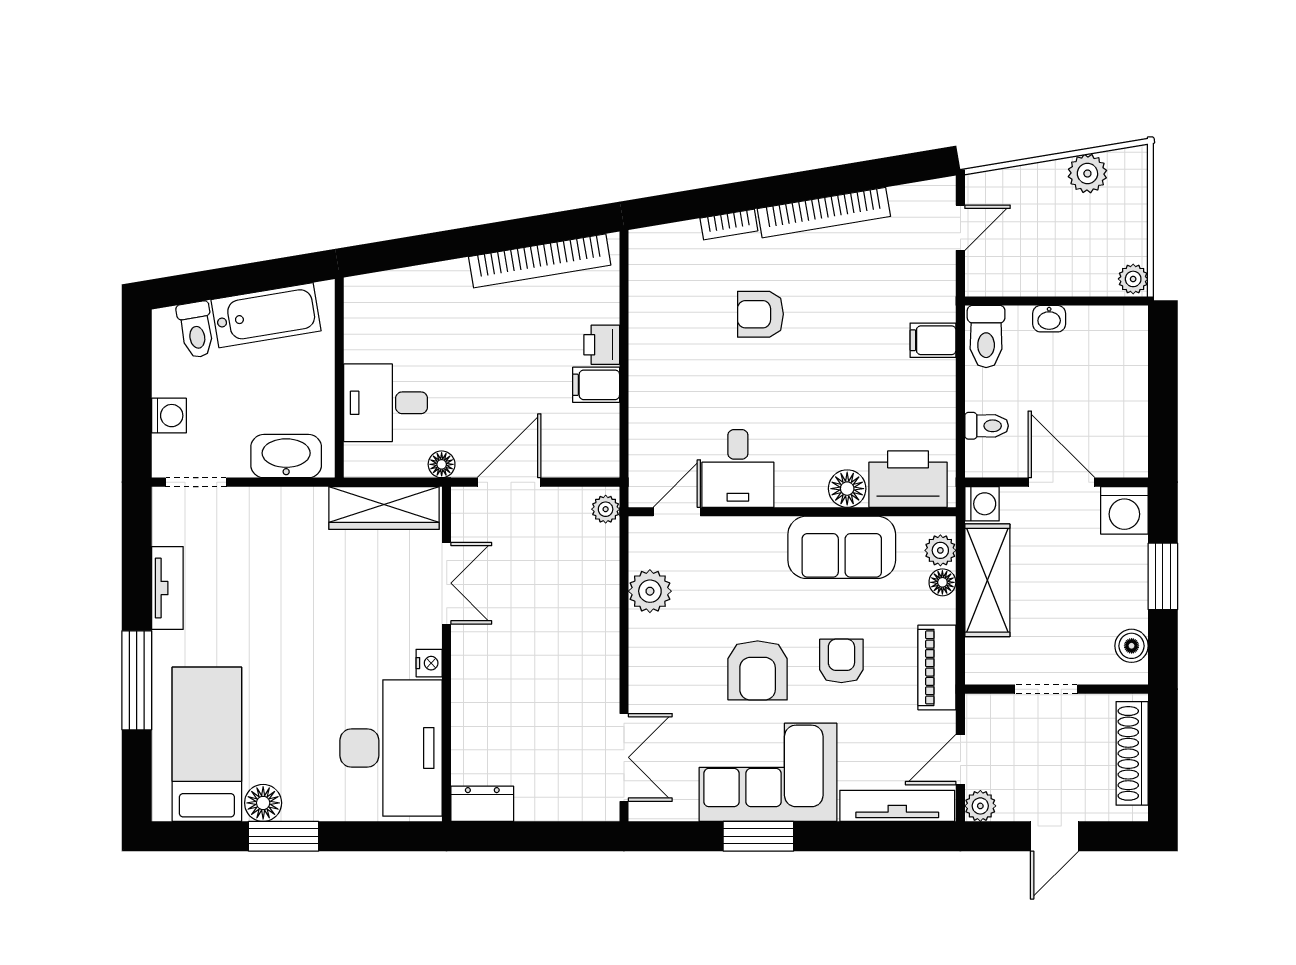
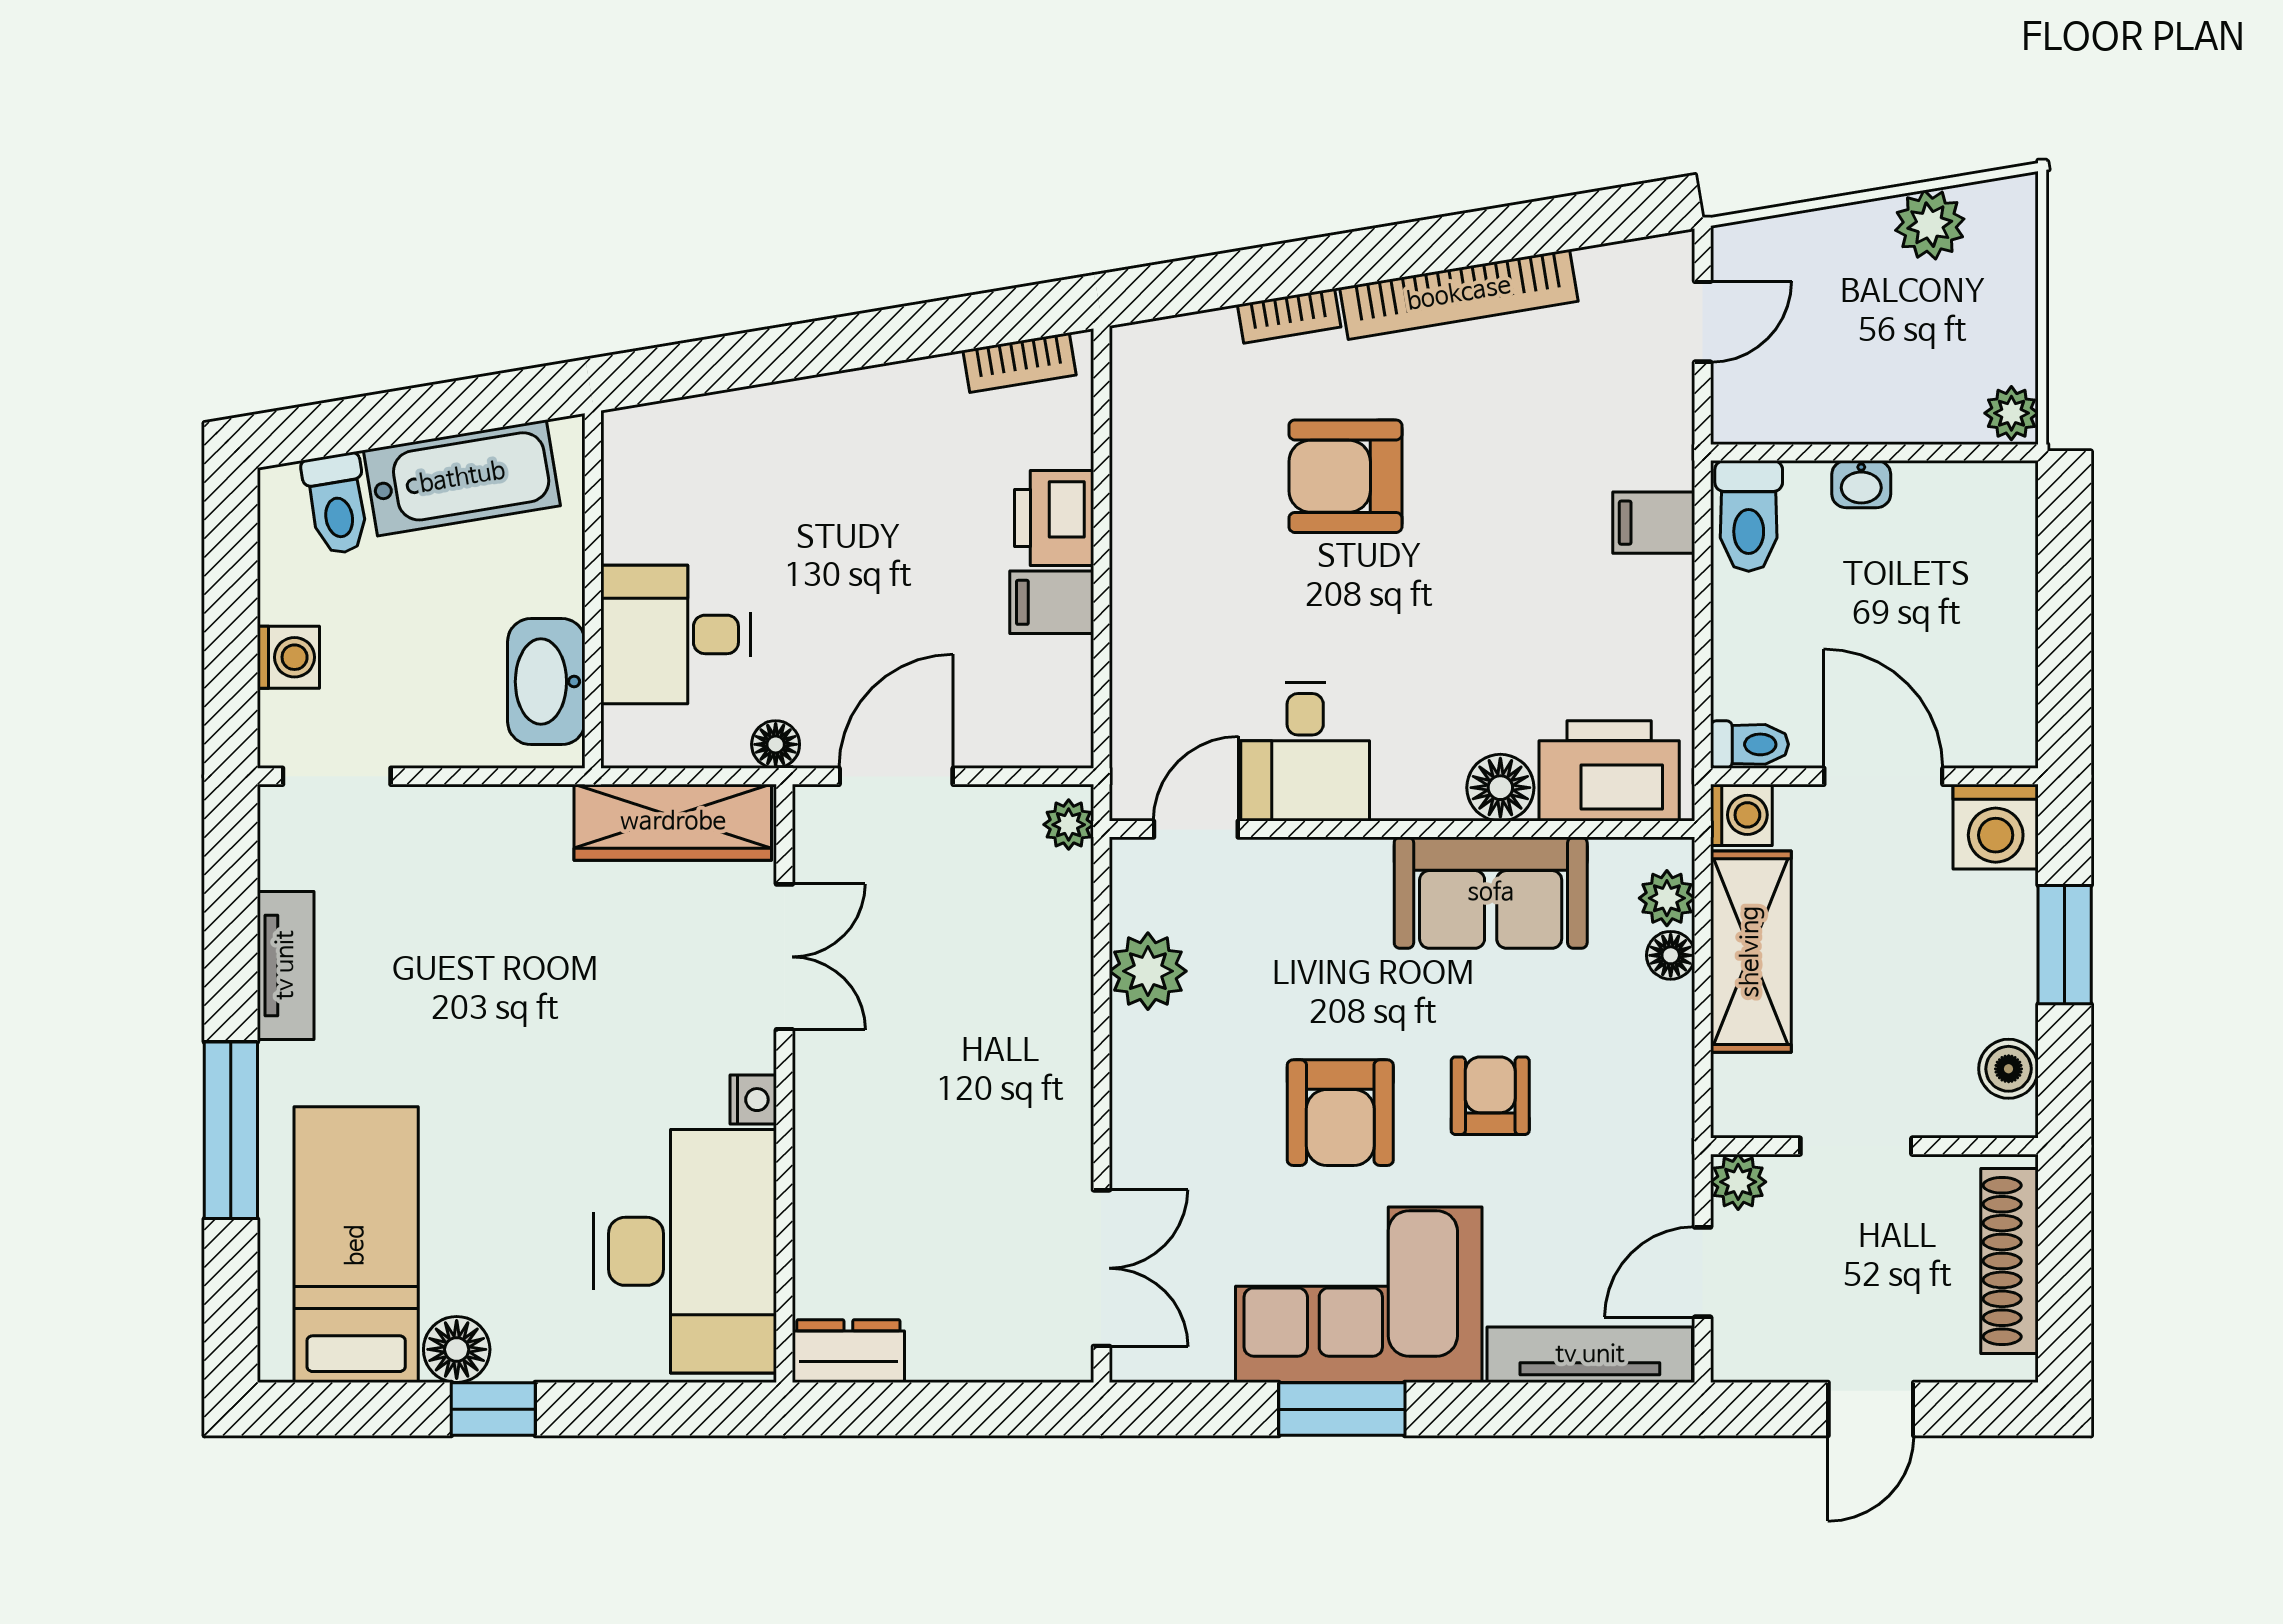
bookcase: (540, 261) -> (1019, 363), width x0.43, depth x0.76
armchair: (760, 314) -> (1345, 476), width x1.38, depth x1.38
printer: (602, 345) -> (1054, 518), width x1.36, depth x1.24
toilet: (987, 426) -> (1749, 744), moved
washbasin: (286, 456) -> (546, 682), moved, turned -90
piano: (937, 667) -> (1661, 1107), removed
plant: (980, 806) -> (1738, 1182), moved
window: (284, 836) -> (493, 1409), width x0.67

